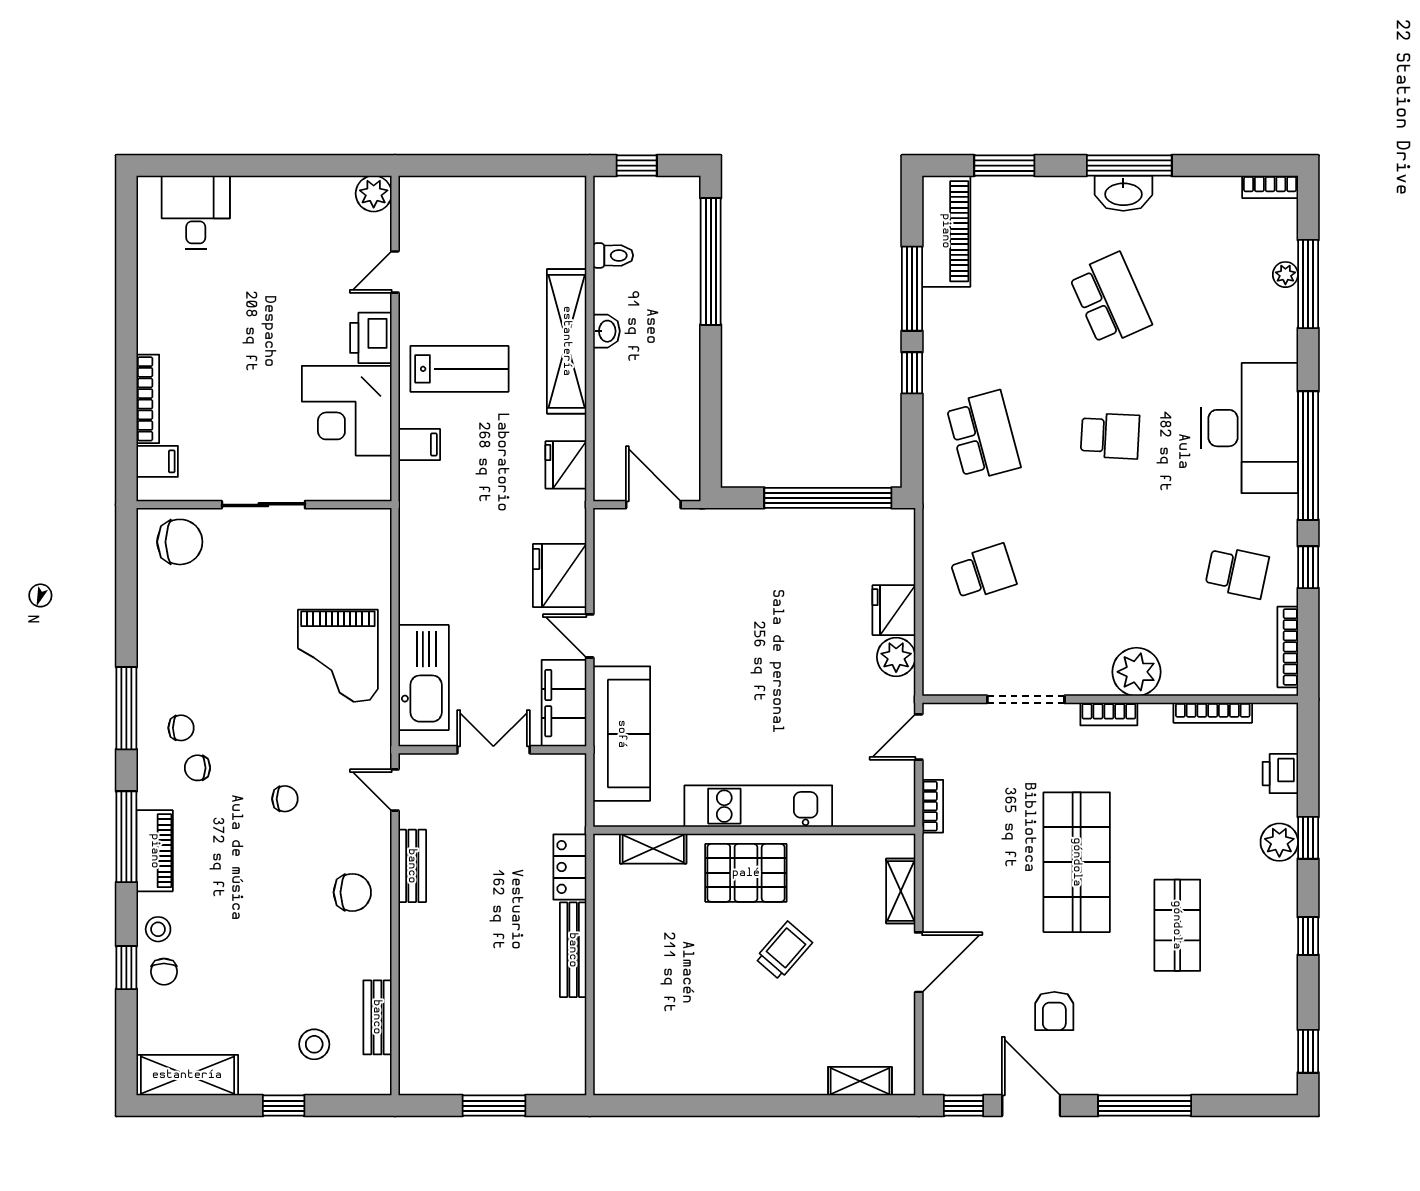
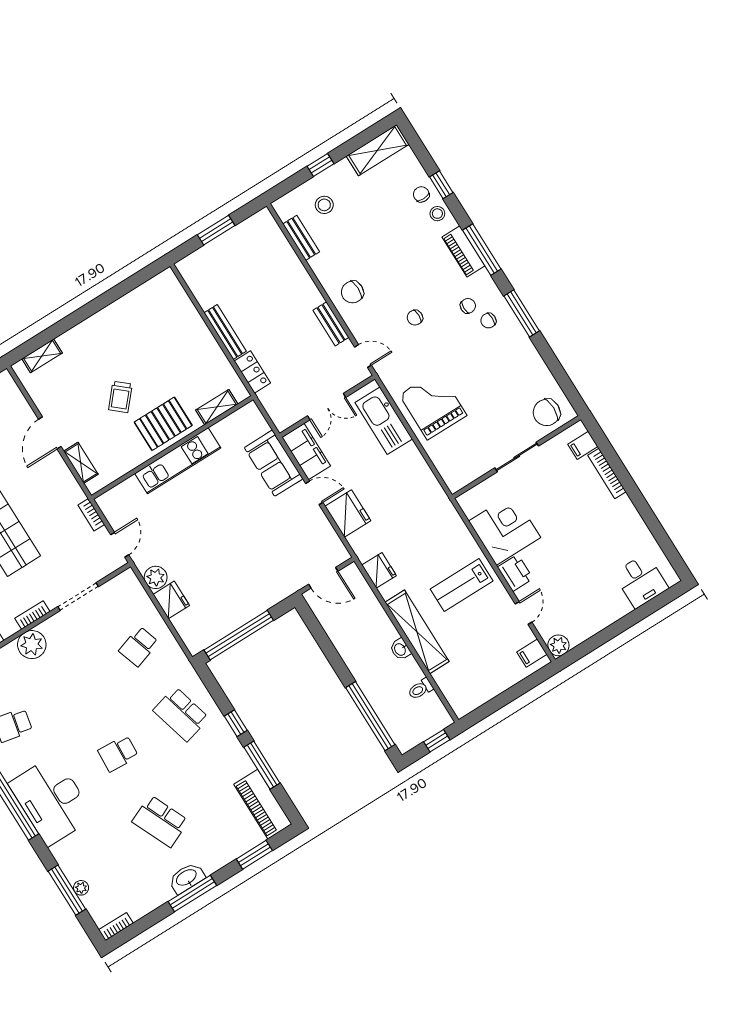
filing cabinet: (419, 444) -> (532, 653), moved
sofa: (622, 734) -> (274, 463), width x0.73

